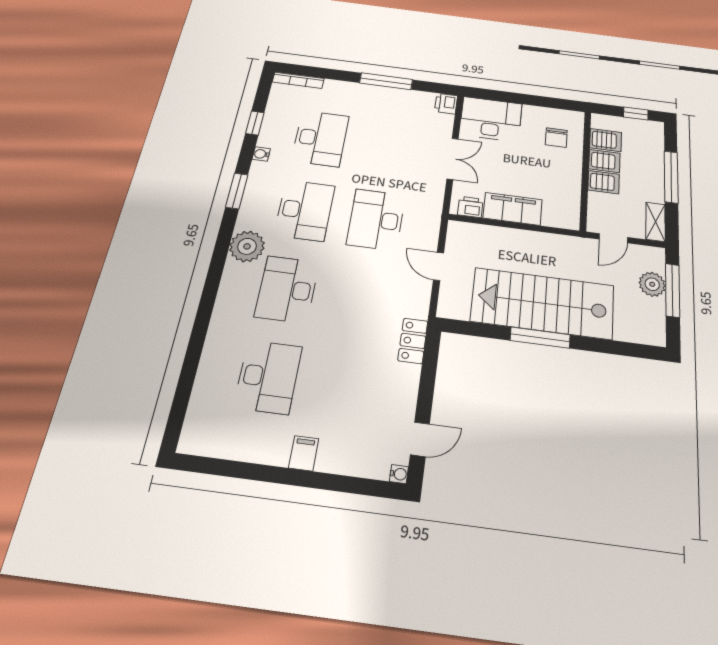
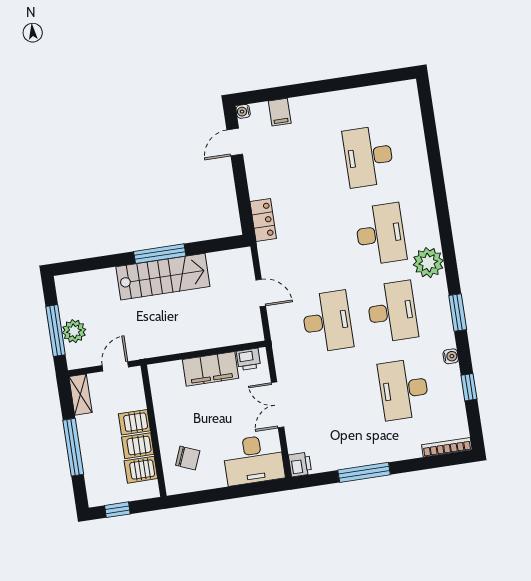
chair: (556, 138) -> (188, 458), turned 112
desk: (305, 210) -> (392, 312), turned 180
stairs: (543, 303) -> (163, 277), width x0.73, depth x0.66
filing cabinet: (304, 453) -> (280, 112), moved

